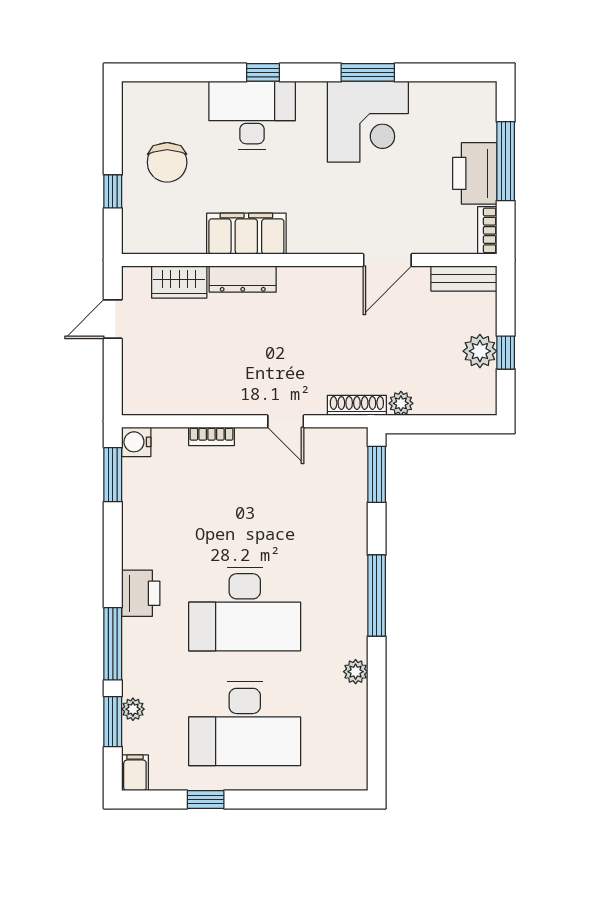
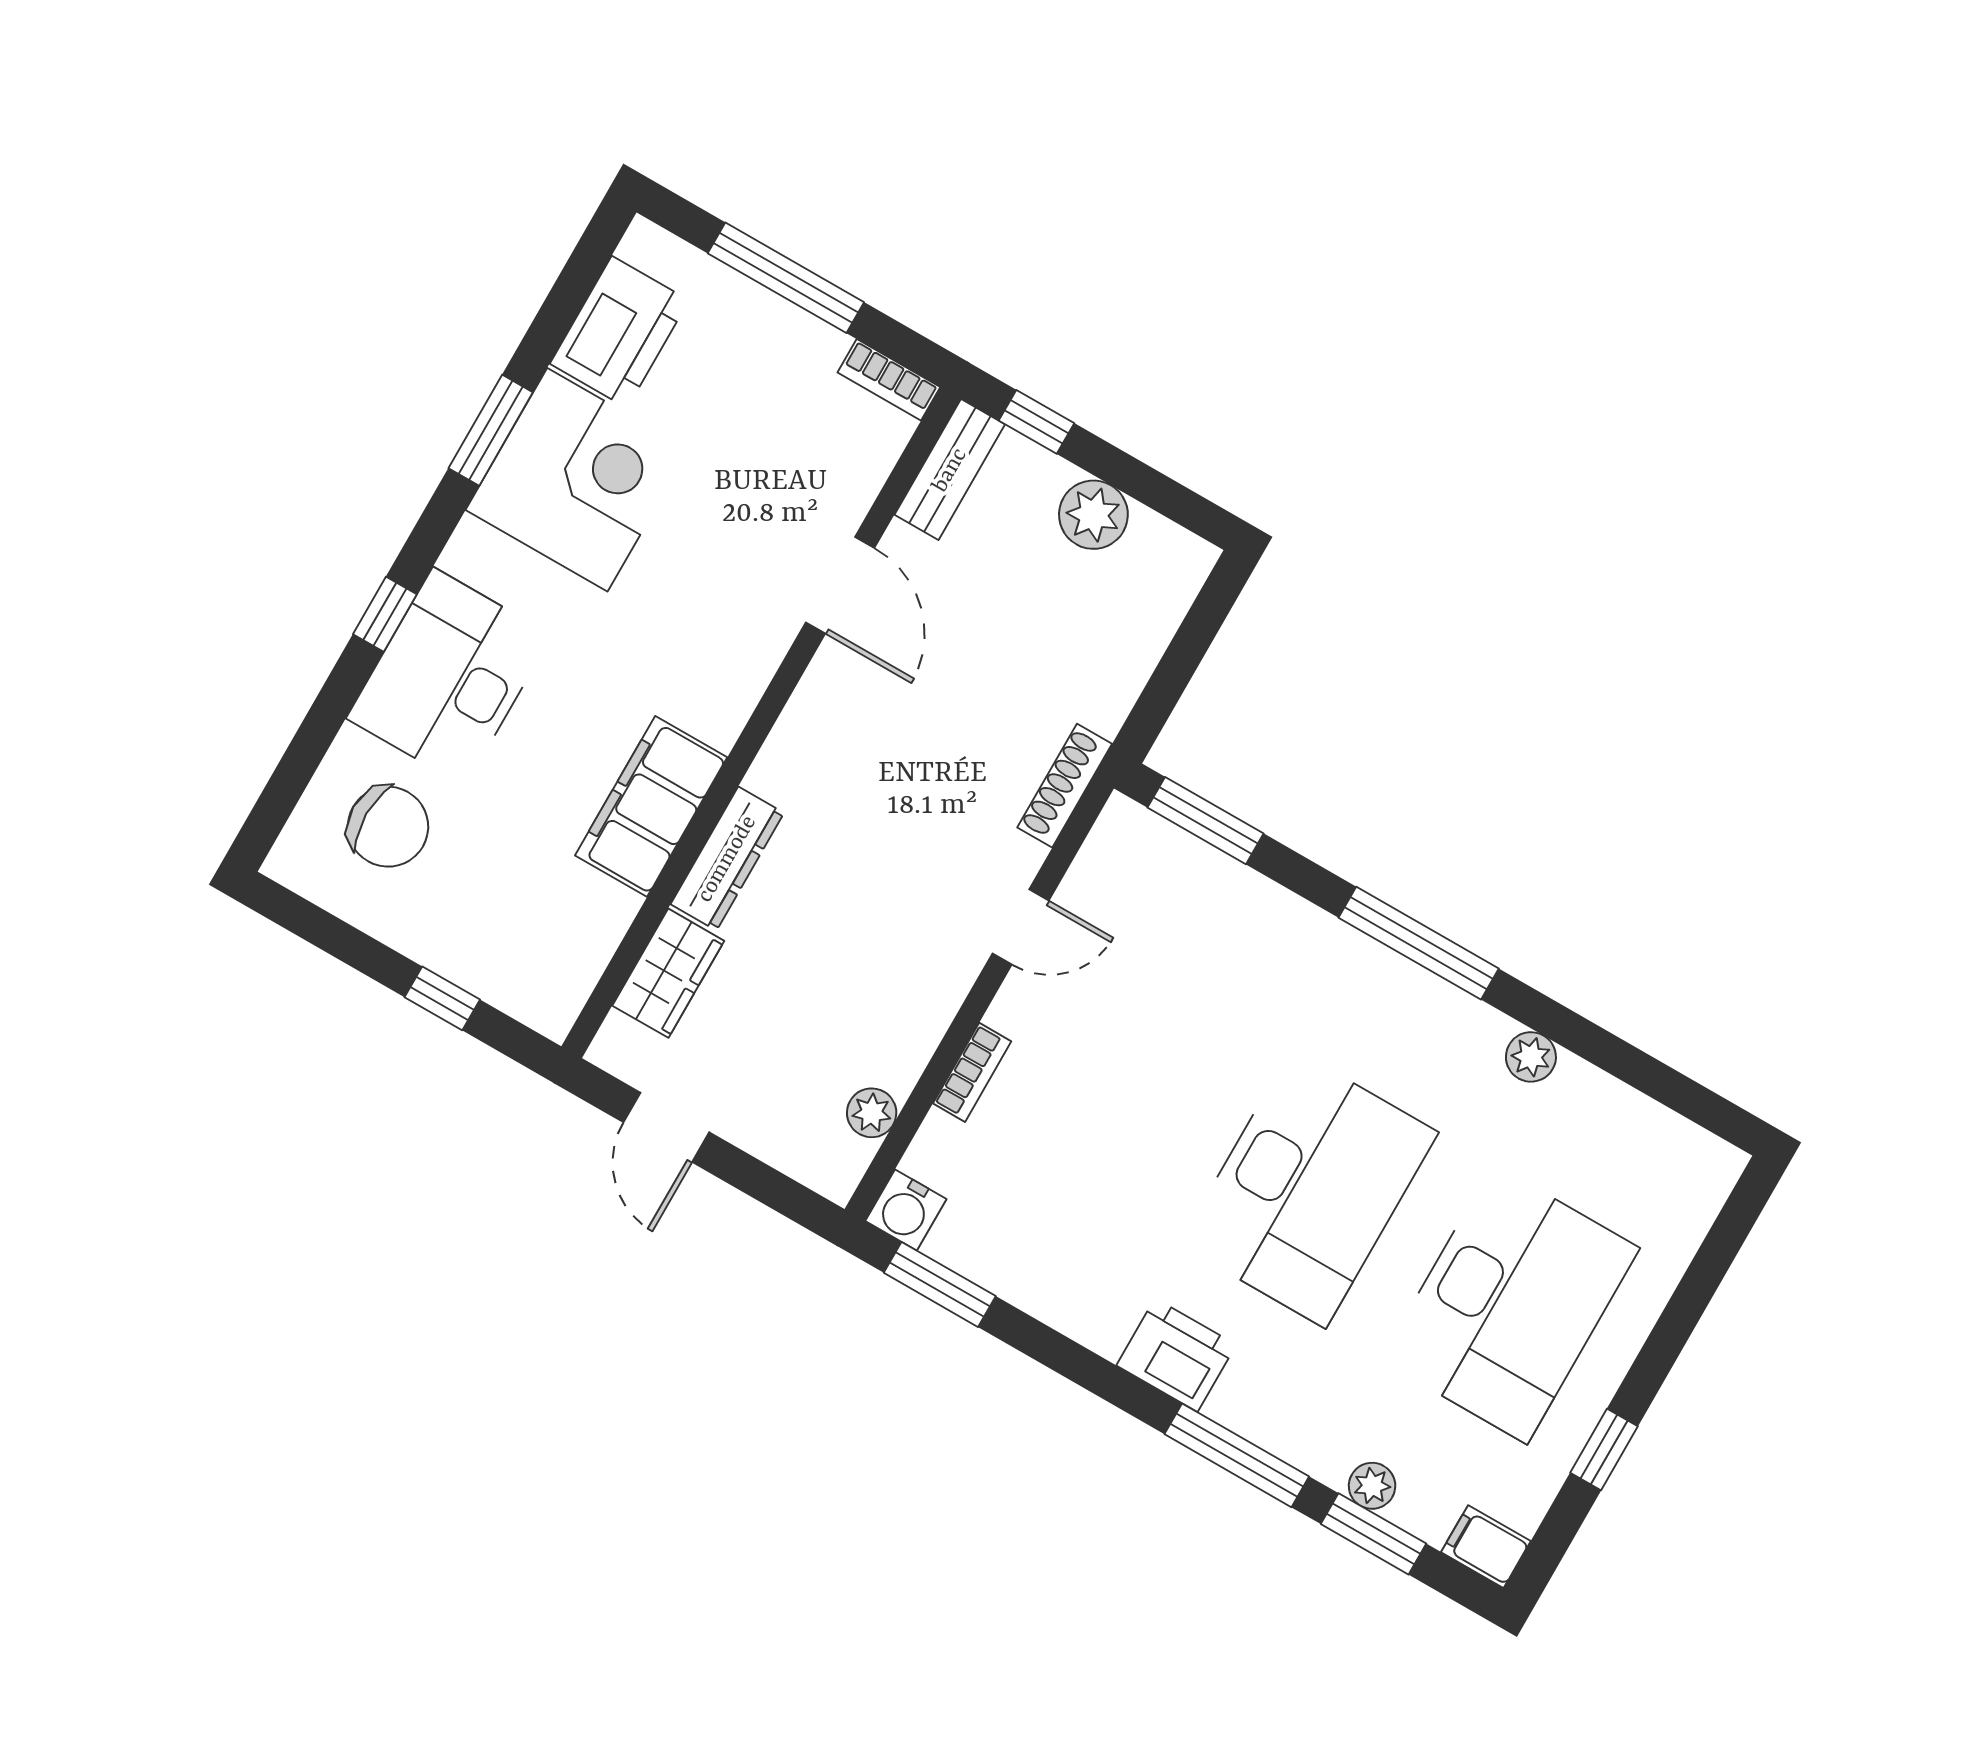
chair: (167, 162) -> (388, 827), moved
printer: (475, 173) -> (619, 332), moved, turned -90
window: (506, 353) -> (1037, 422), moved
plant: (401, 403) -> (872, 1113), moved

